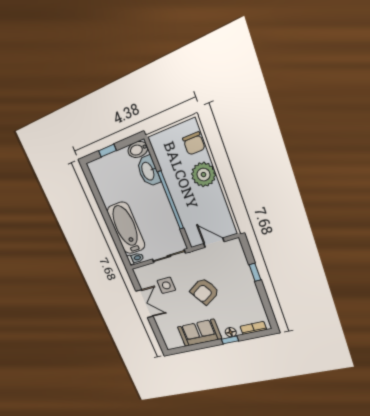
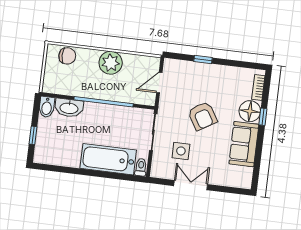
plant: (203, 175) -> (111, 63), moved
floor lamp: (231, 332) -> (250, 111), width x1.89, depth x1.89

